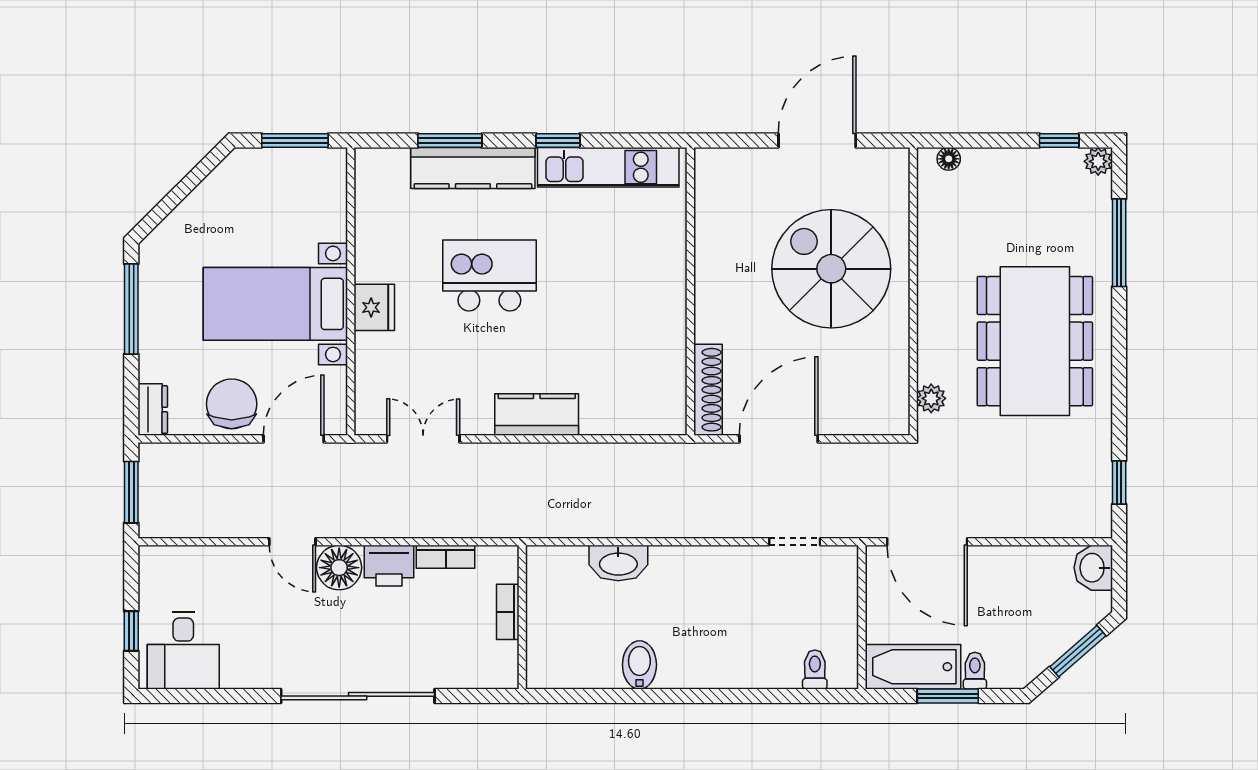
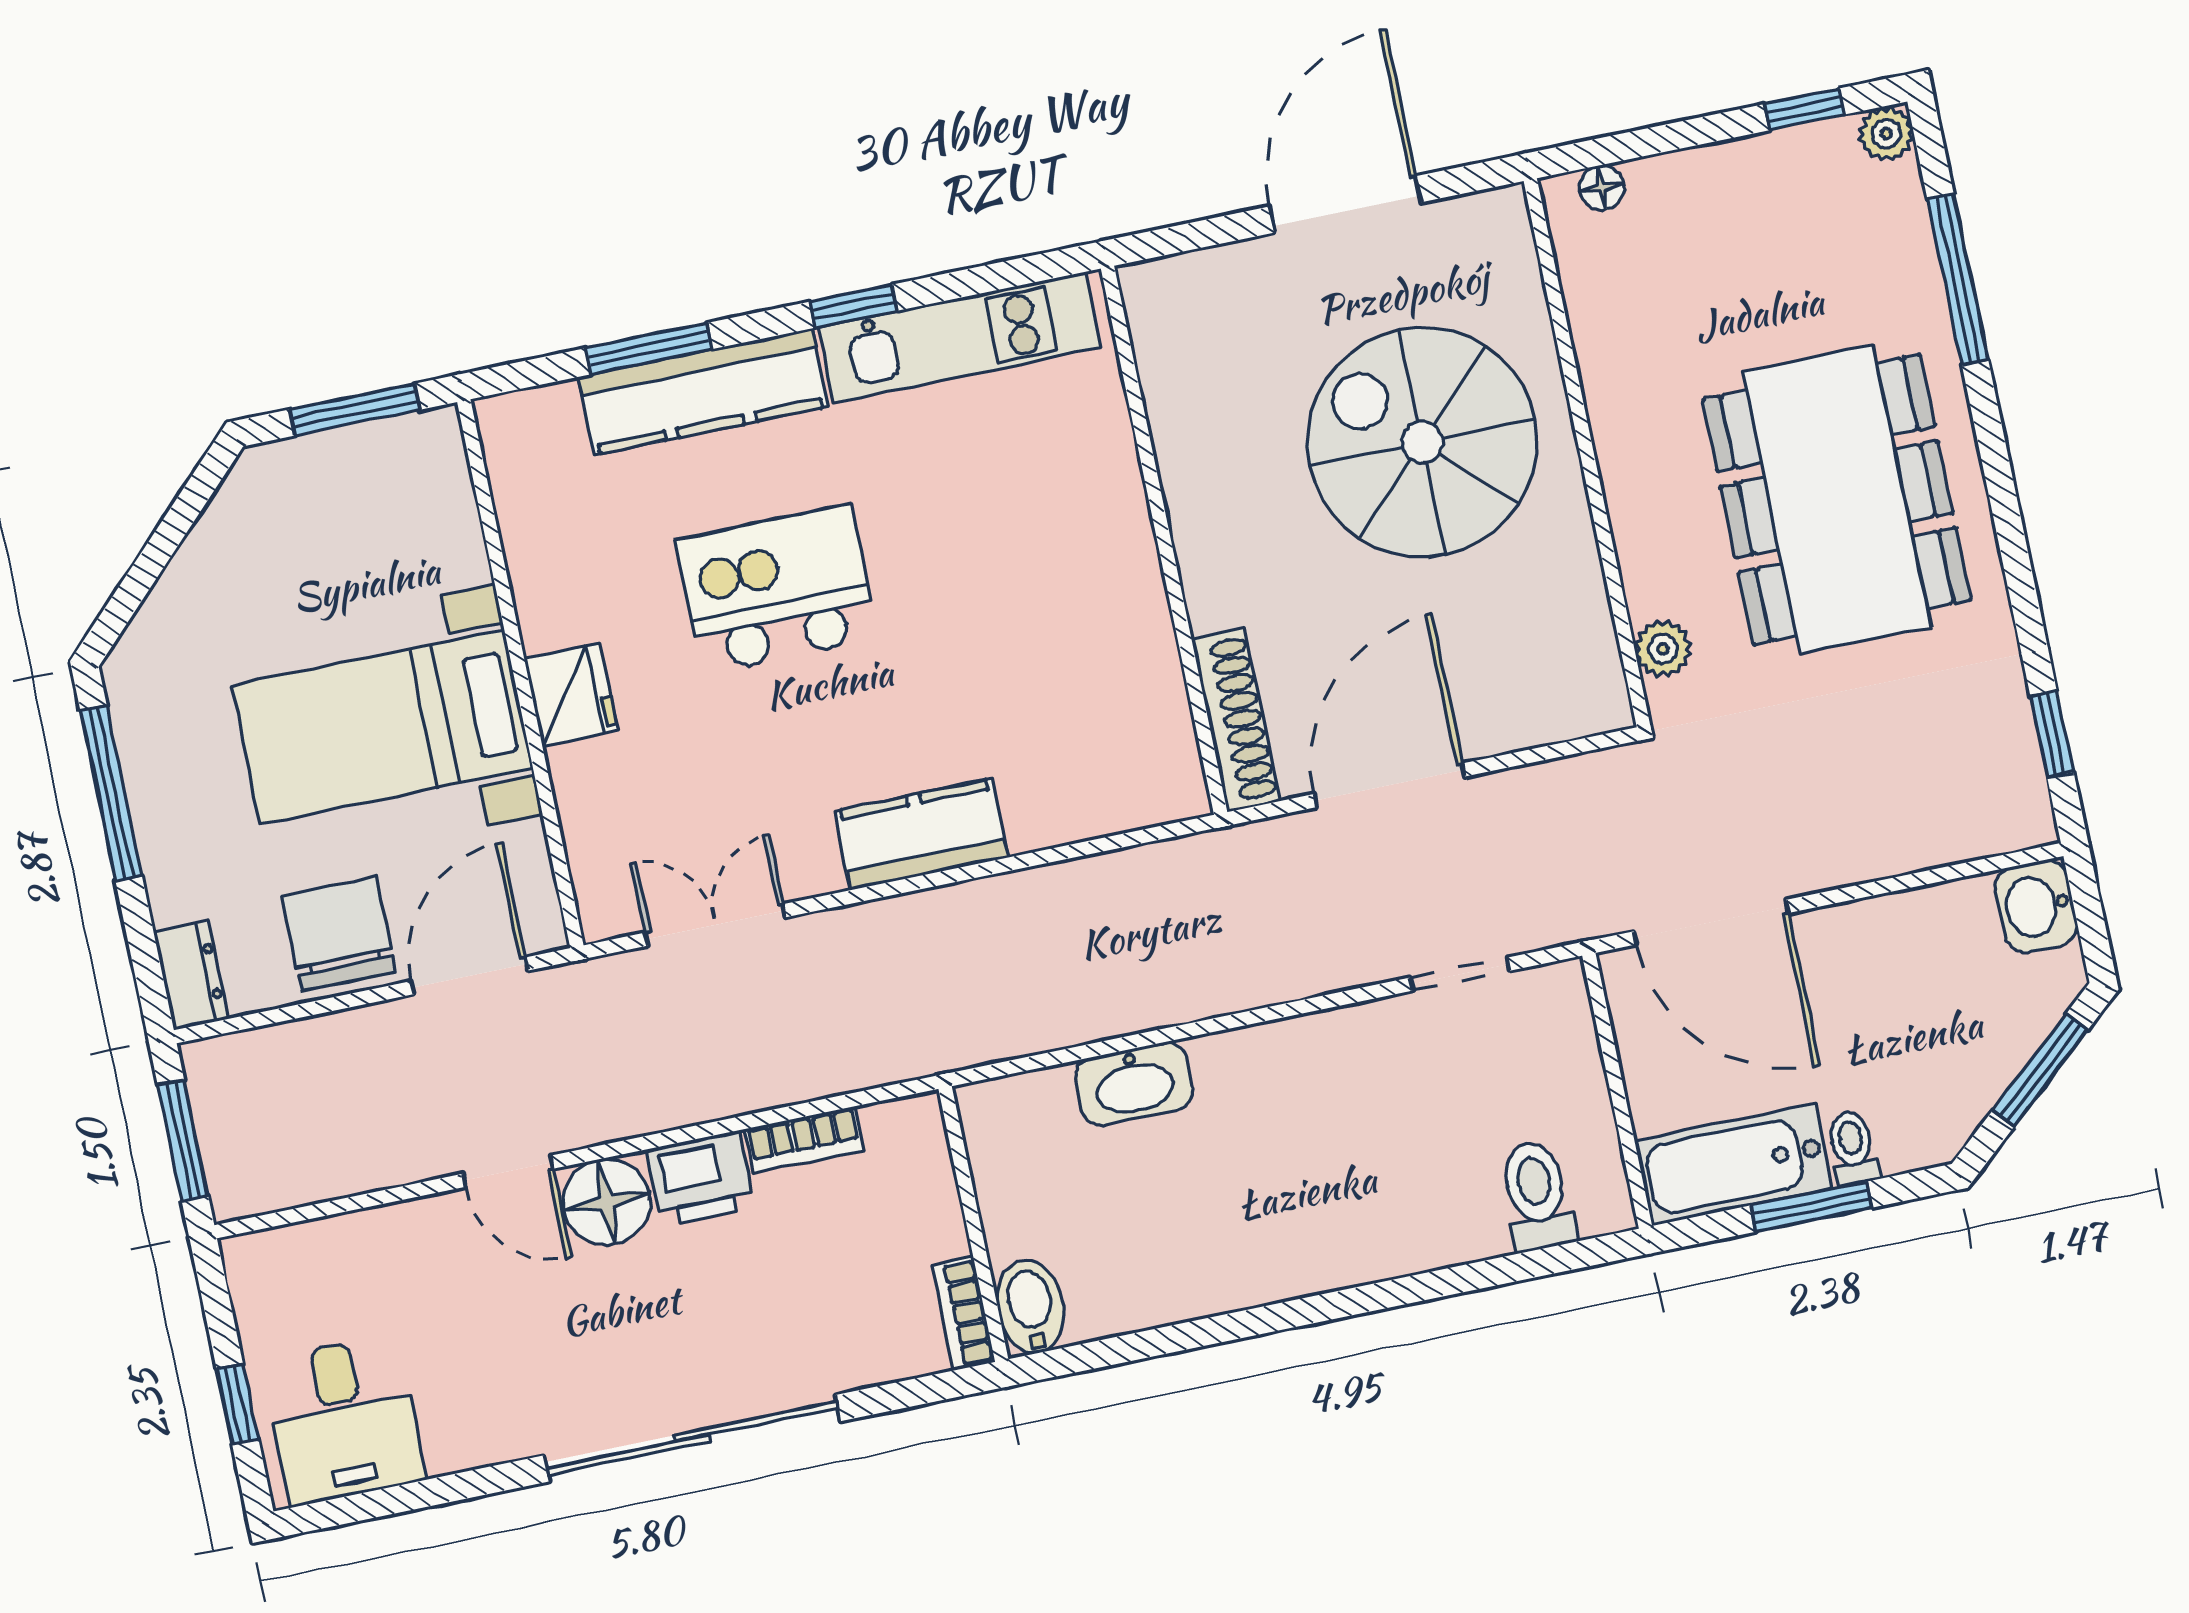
bookcase: (508, 612) -> (963, 1314), moved
bidet: (639, 665) -> (1031, 1307), moved
toilet: (815, 670) -> (1537, 1196), width x1.37, depth x1.39

